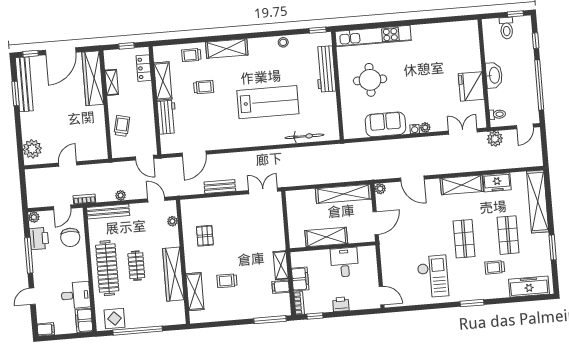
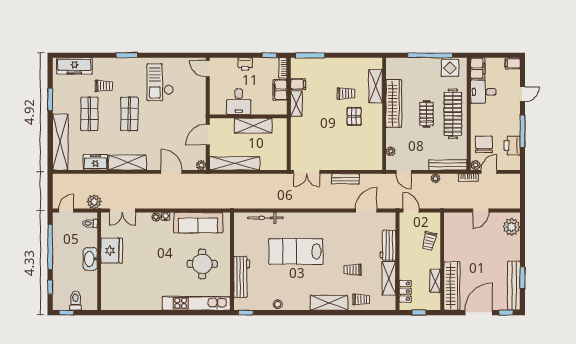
sofa: (385, 124) -> (198, 223), width x1.36
plant: (34, 217) -> (475, 165), moved
pallet: (205, 236) -> (354, 116), moved

